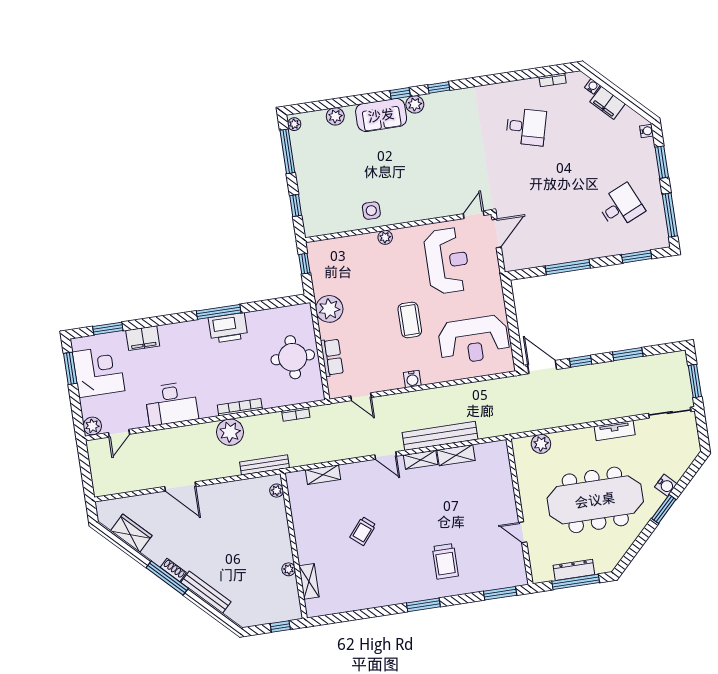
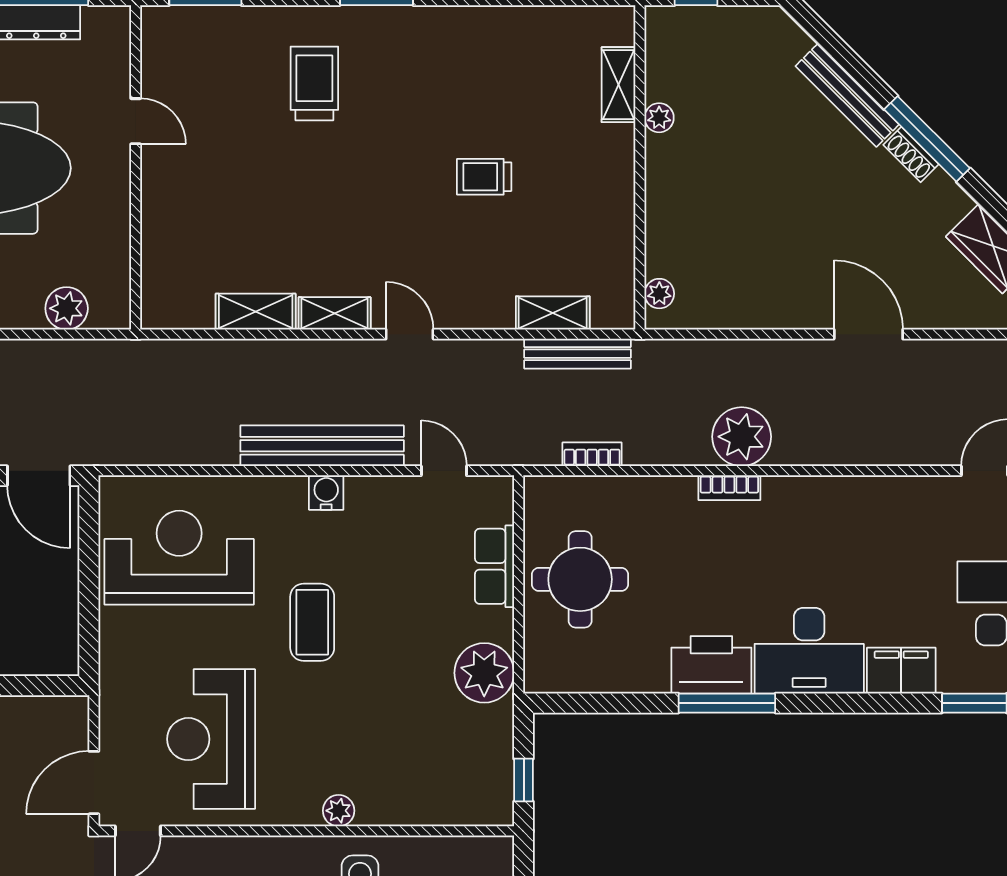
desk: (171, 404) -> (809, 651), moved, turned 180
bookcase: (240, 407) -> (729, 488), width x0.64
bench: (440, 436) -> (322, 446), moved
bench: (264, 465) -> (577, 354), moved
trolley: (363, 531) -> (484, 177), turned -130

